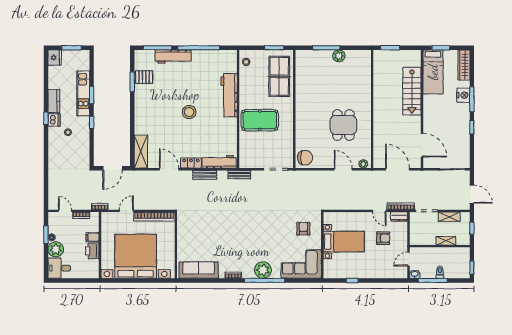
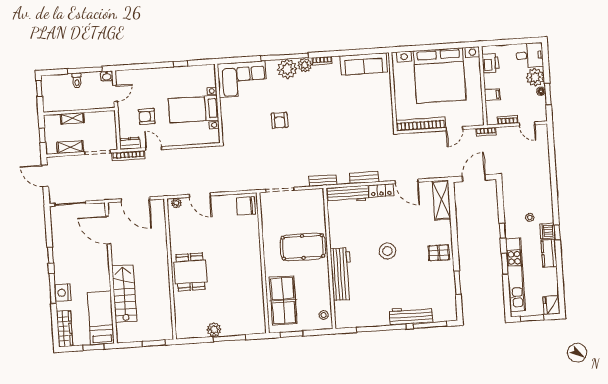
pallet: (144, 77) -> (439, 253), moved
kitchen unit: (83, 93) -> (515, 275), width x1.36
dining table: (343, 125) -> (190, 272), moved
armchair: (303, 229) -> (279, 120), moved
printer: (92, 251) -> (491, 63), moved
plant: (248, 273) -> (305, 65), added

